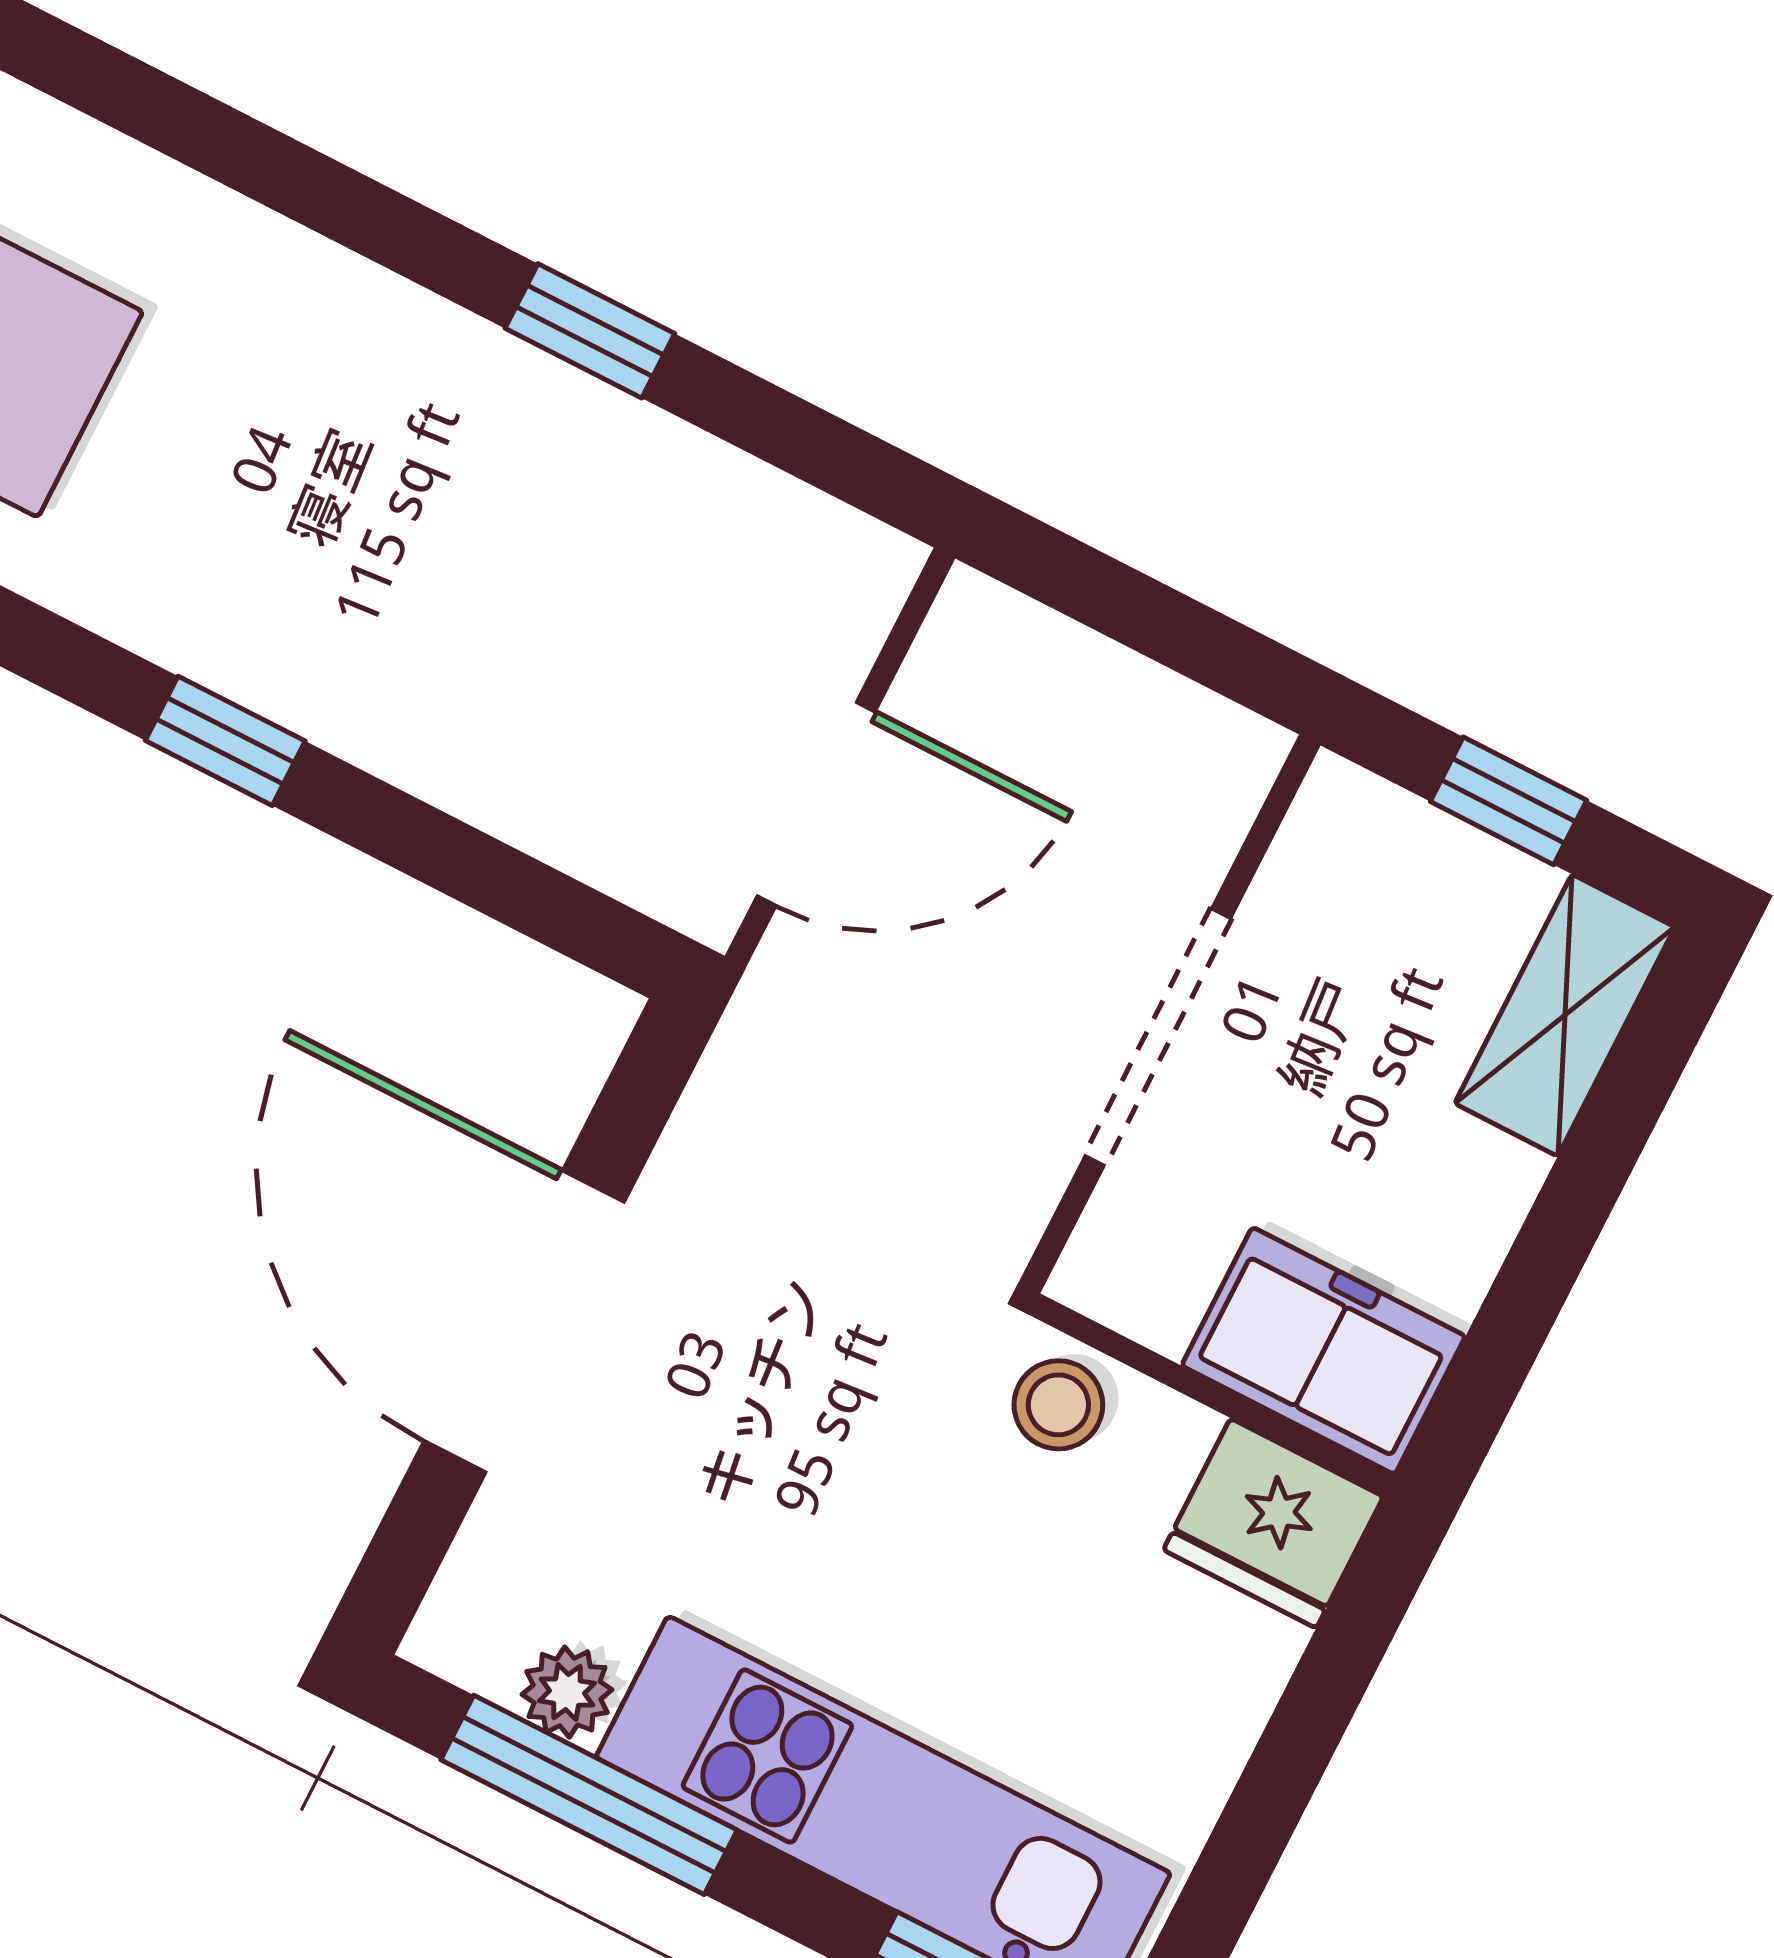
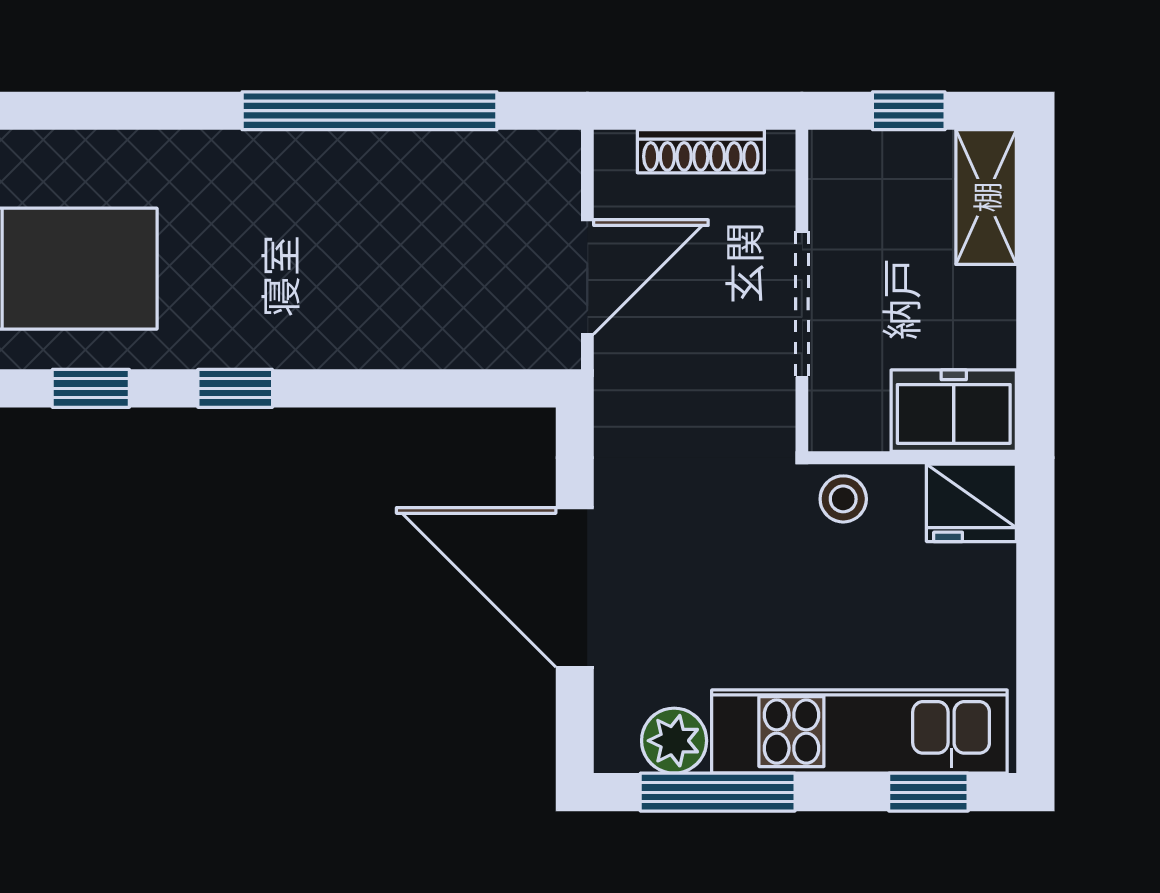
window: (590, 331) -> (369, 111), width x3.17
shoe rack: (1119, 689) -> (701, 151), added
window: (225, 741) -> (235, 388), moved
plant: (567, 1692) -> (674, 741), width x1.38, depth x1.38

